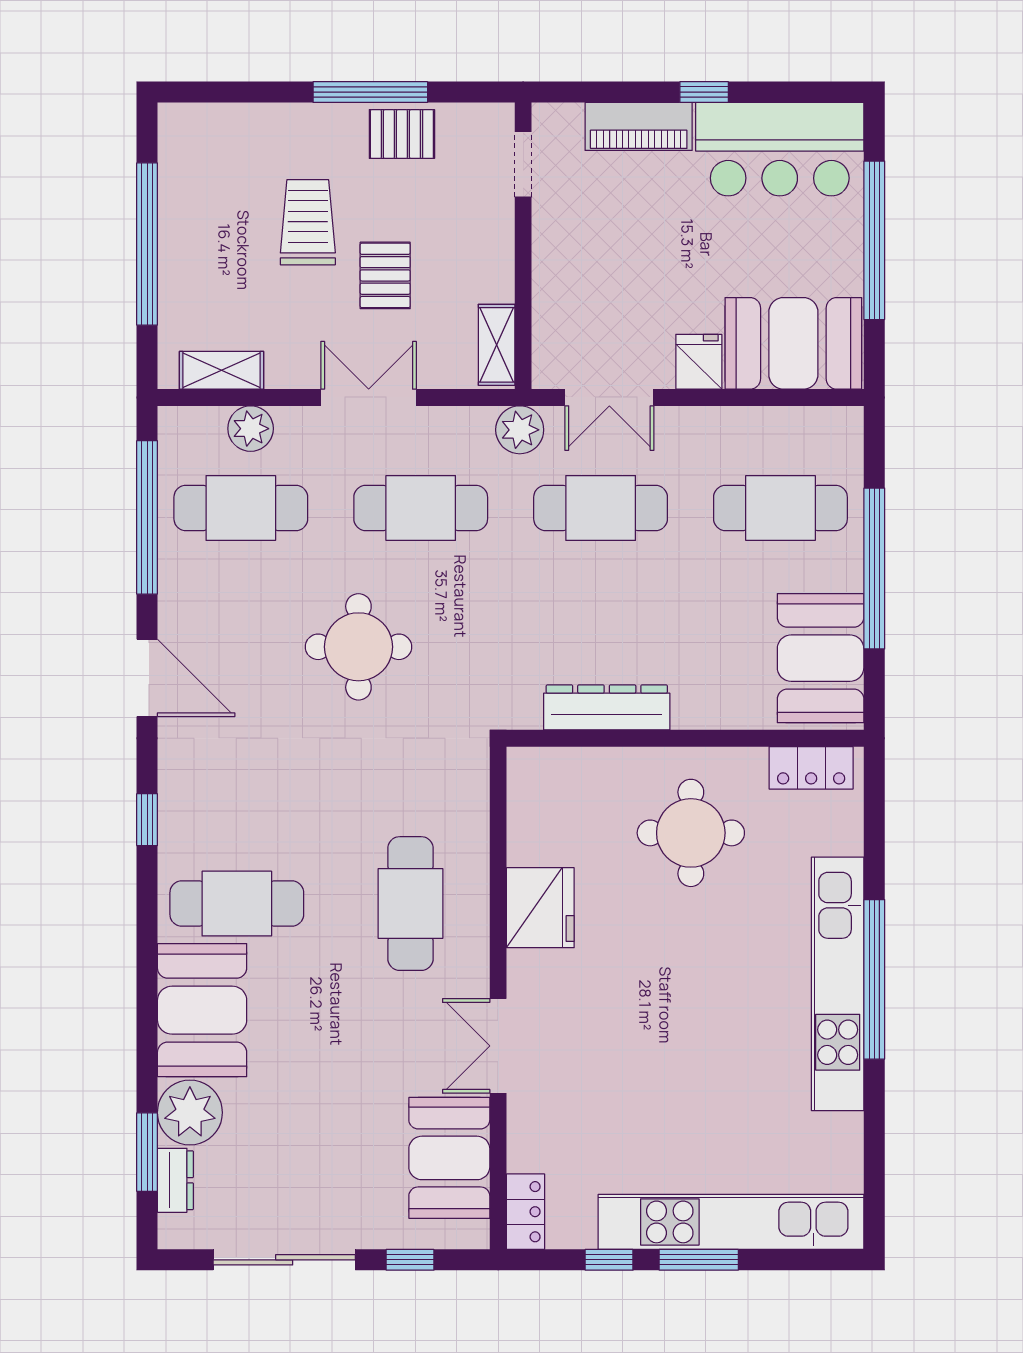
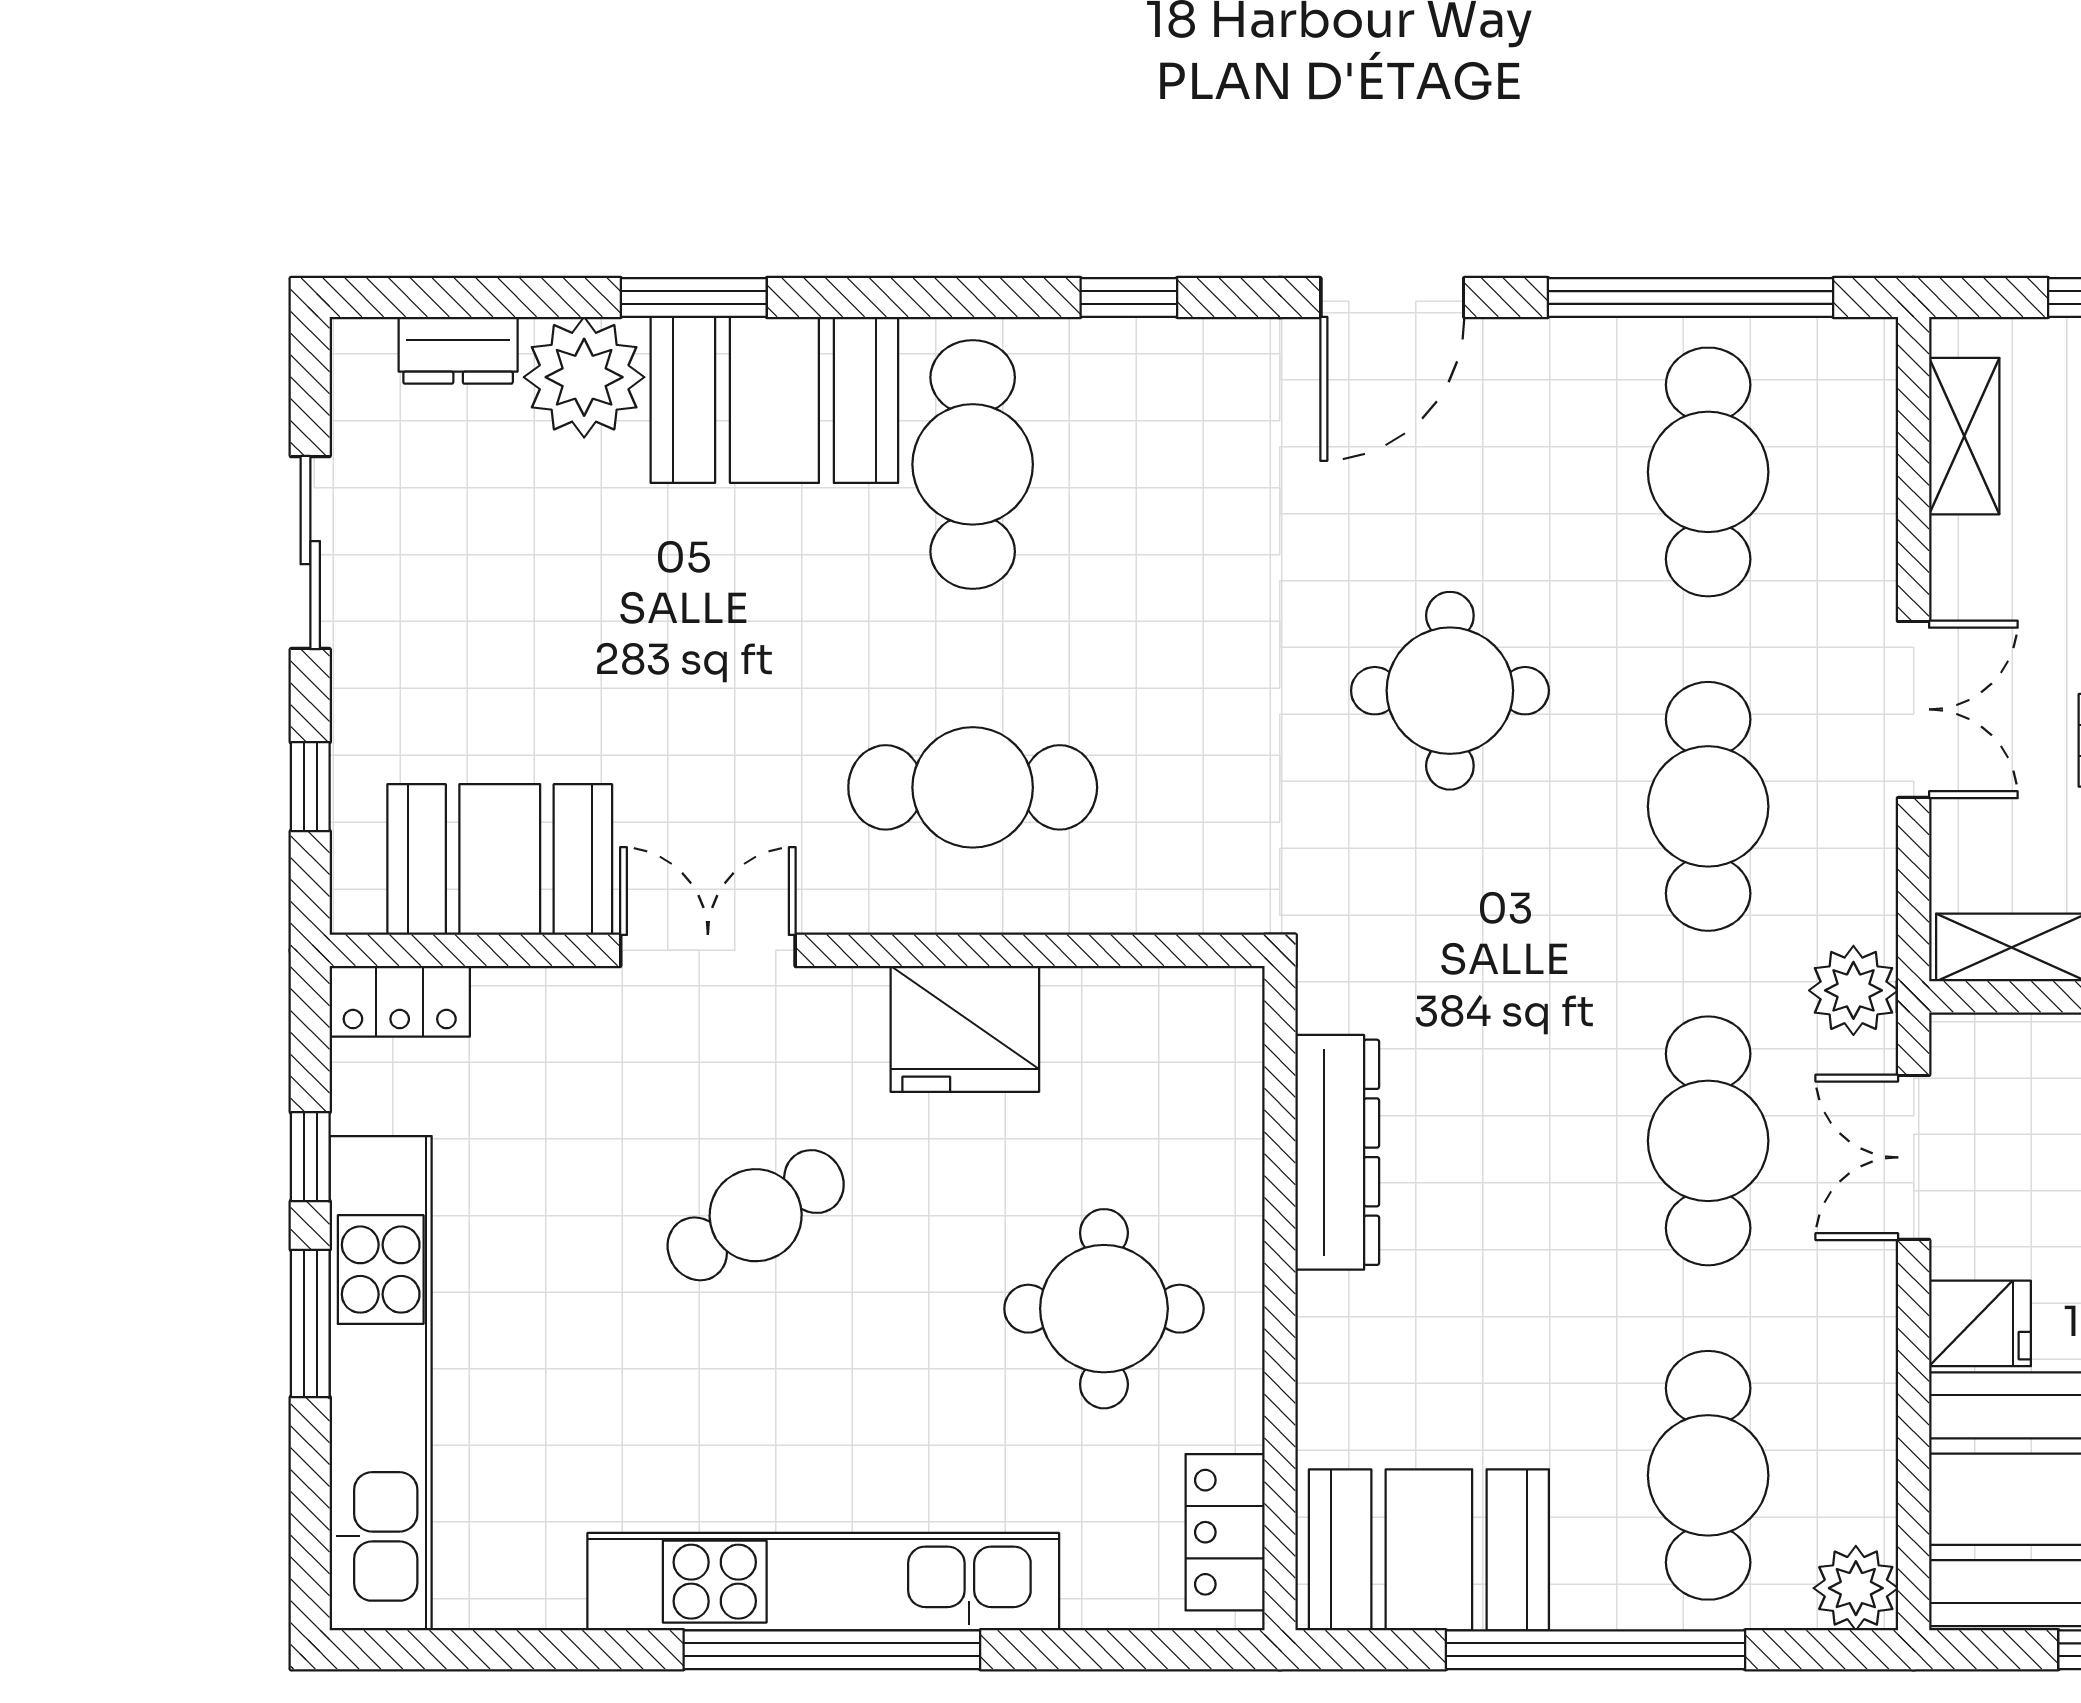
plant: (251, 429) -> (1856, 1588), moved
cafe table: (641, 1020) -> (756, 1215), added
window: (147, 1152) -> (694, 298), moved
sliding door: (284, 1260) -> (310, 553), width x0.73

